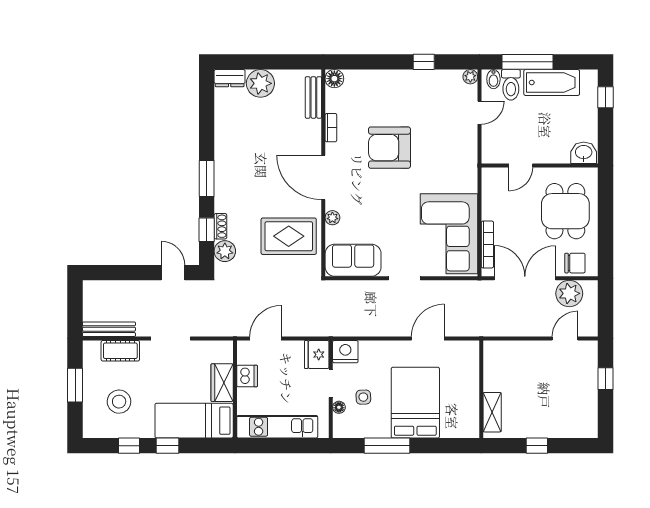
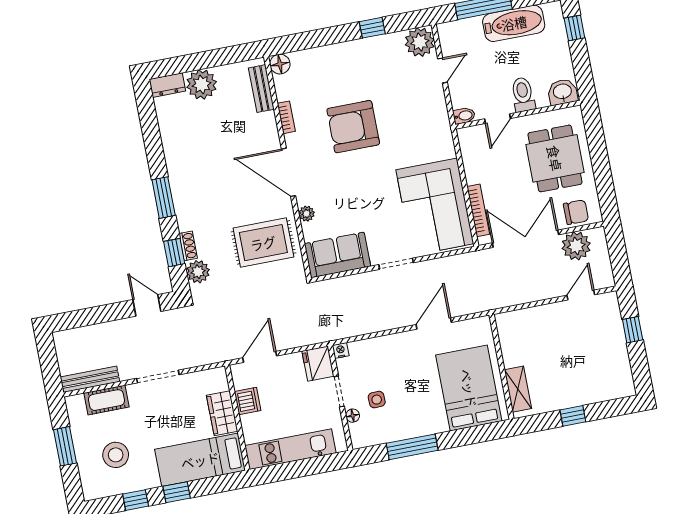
plant: (470, 77) -> (420, 42), width x1.87, depth x1.87
bidet: (493, 79) -> (464, 116), moved, turned -90
toilet: (511, 85) -> (523, 95), moved, turned 180
nightstand: (345, 352) -> (341, 350), width x0.53, depth x0.56
bed: (415, 403) -> (469, 388), moved

